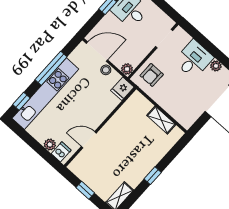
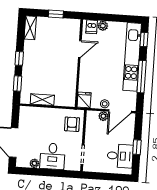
plant: (127, 69) -> (103, 116), moved
window: (173, 153) -> (18, 83), added

